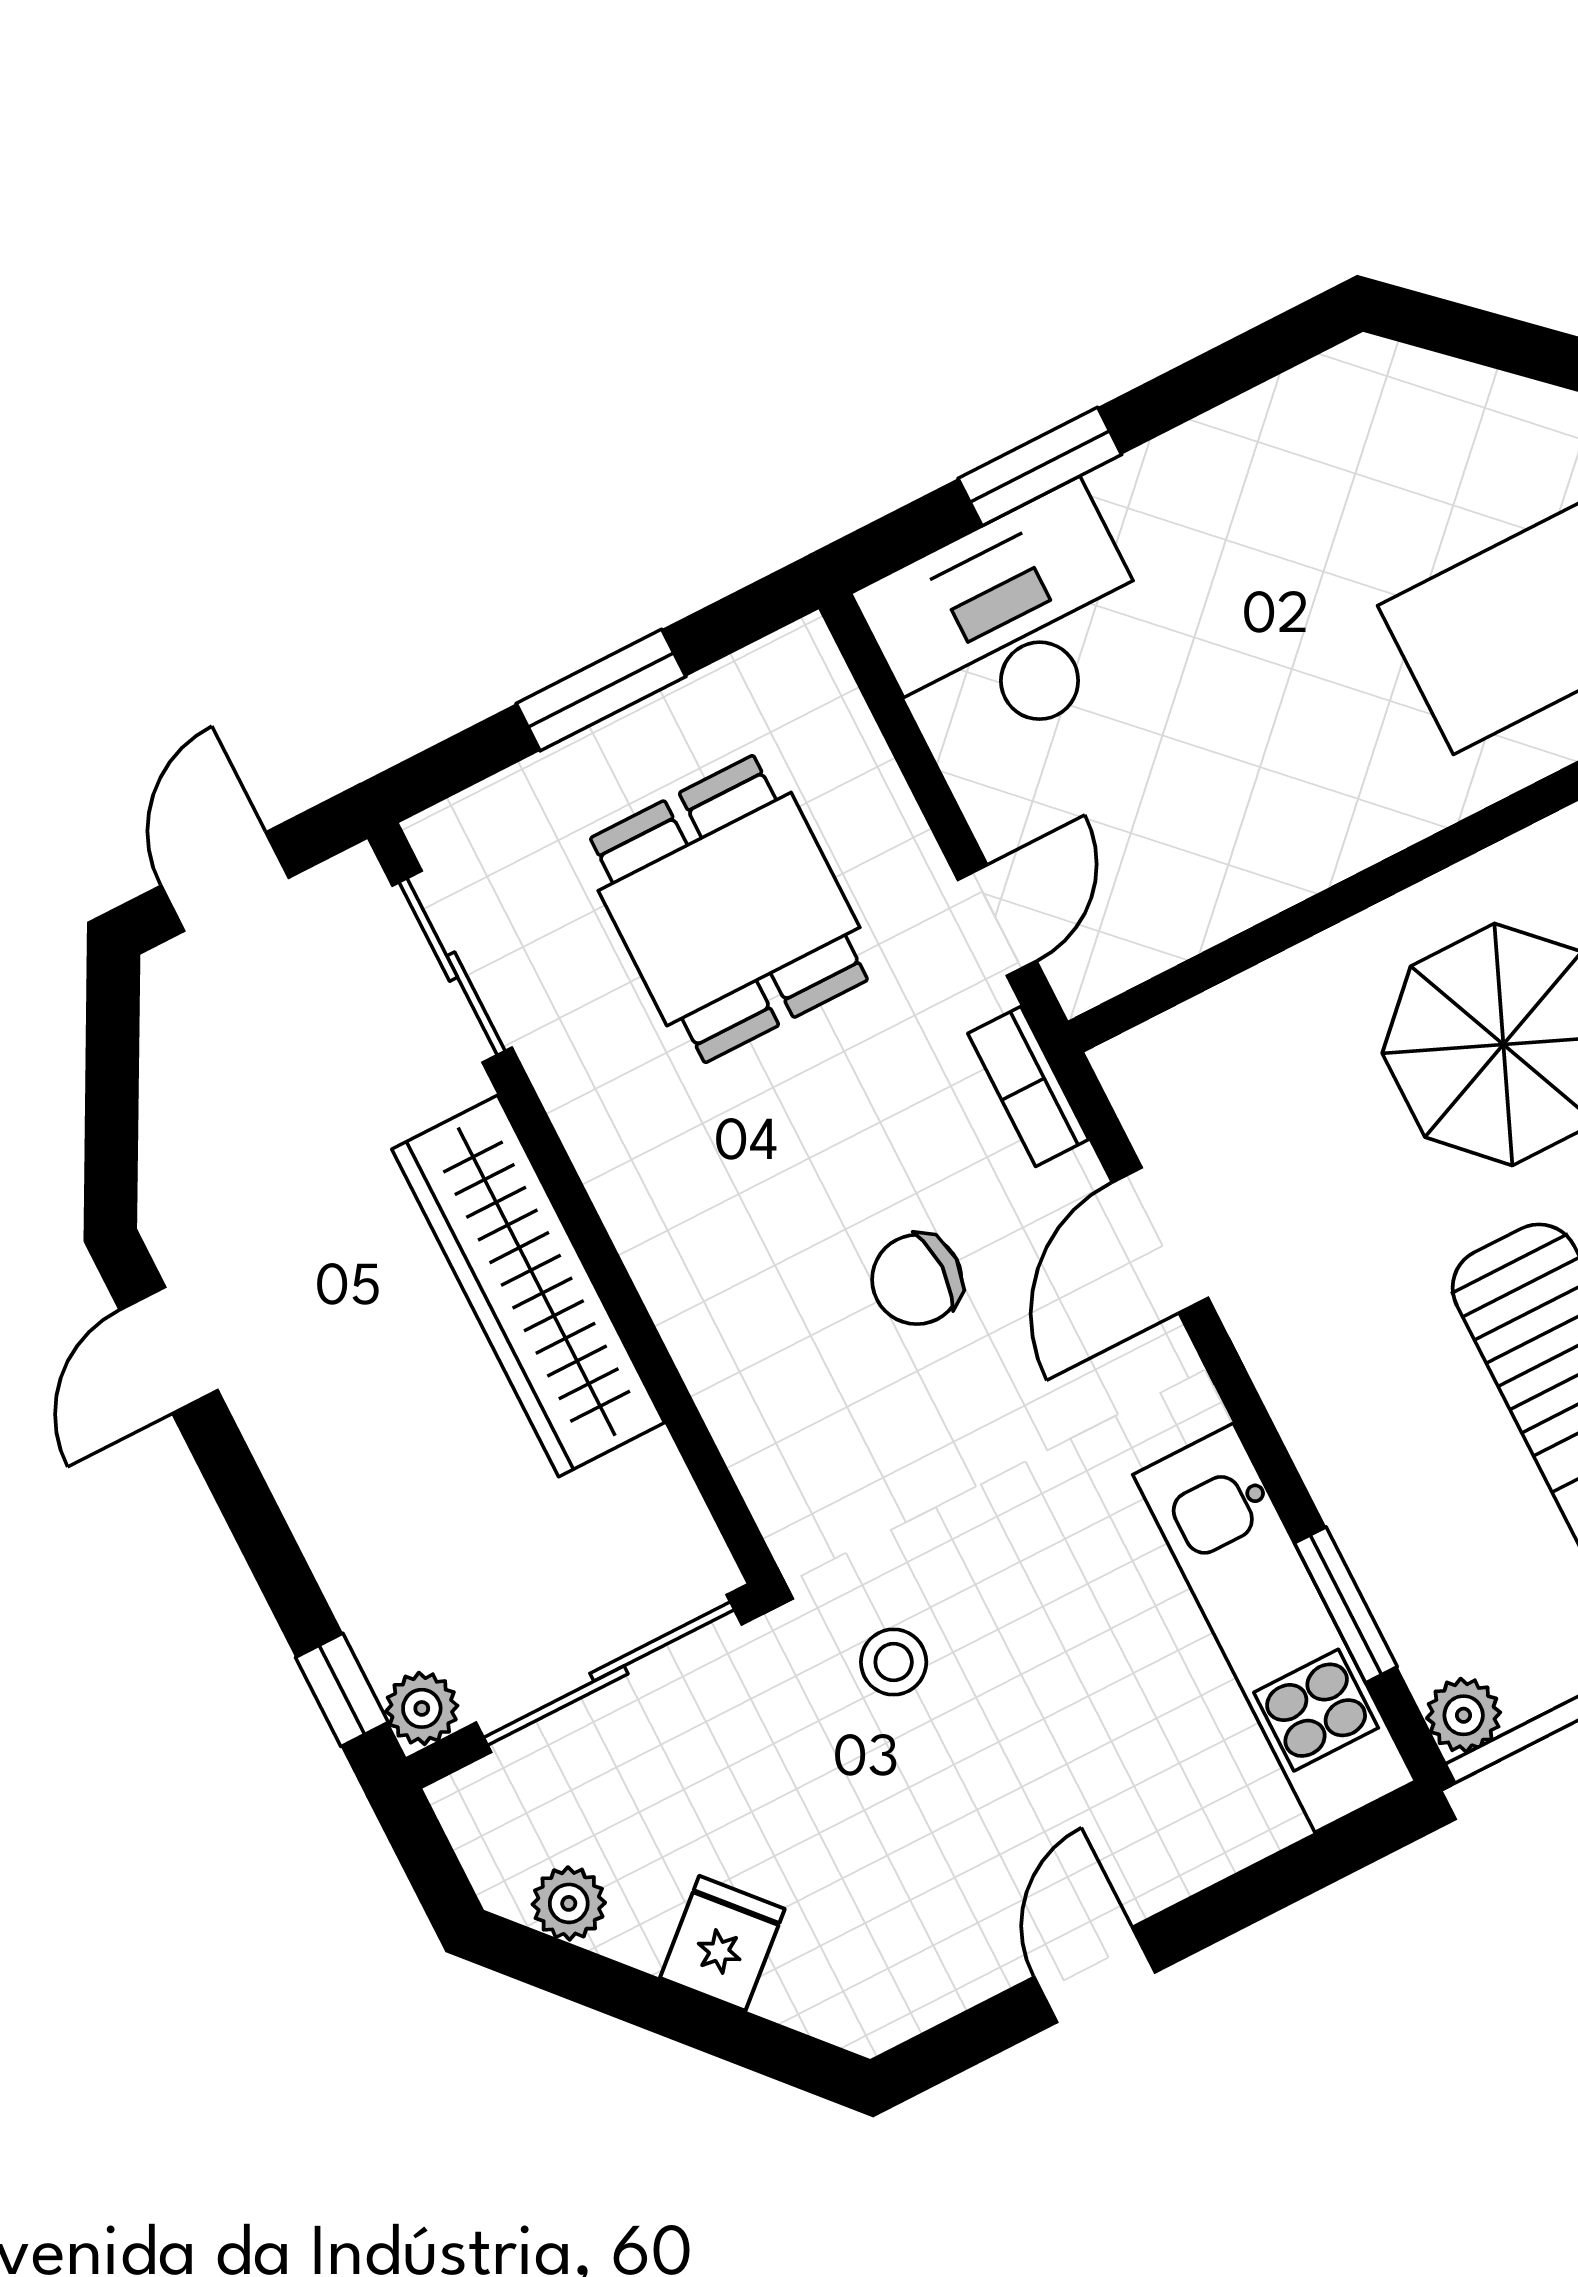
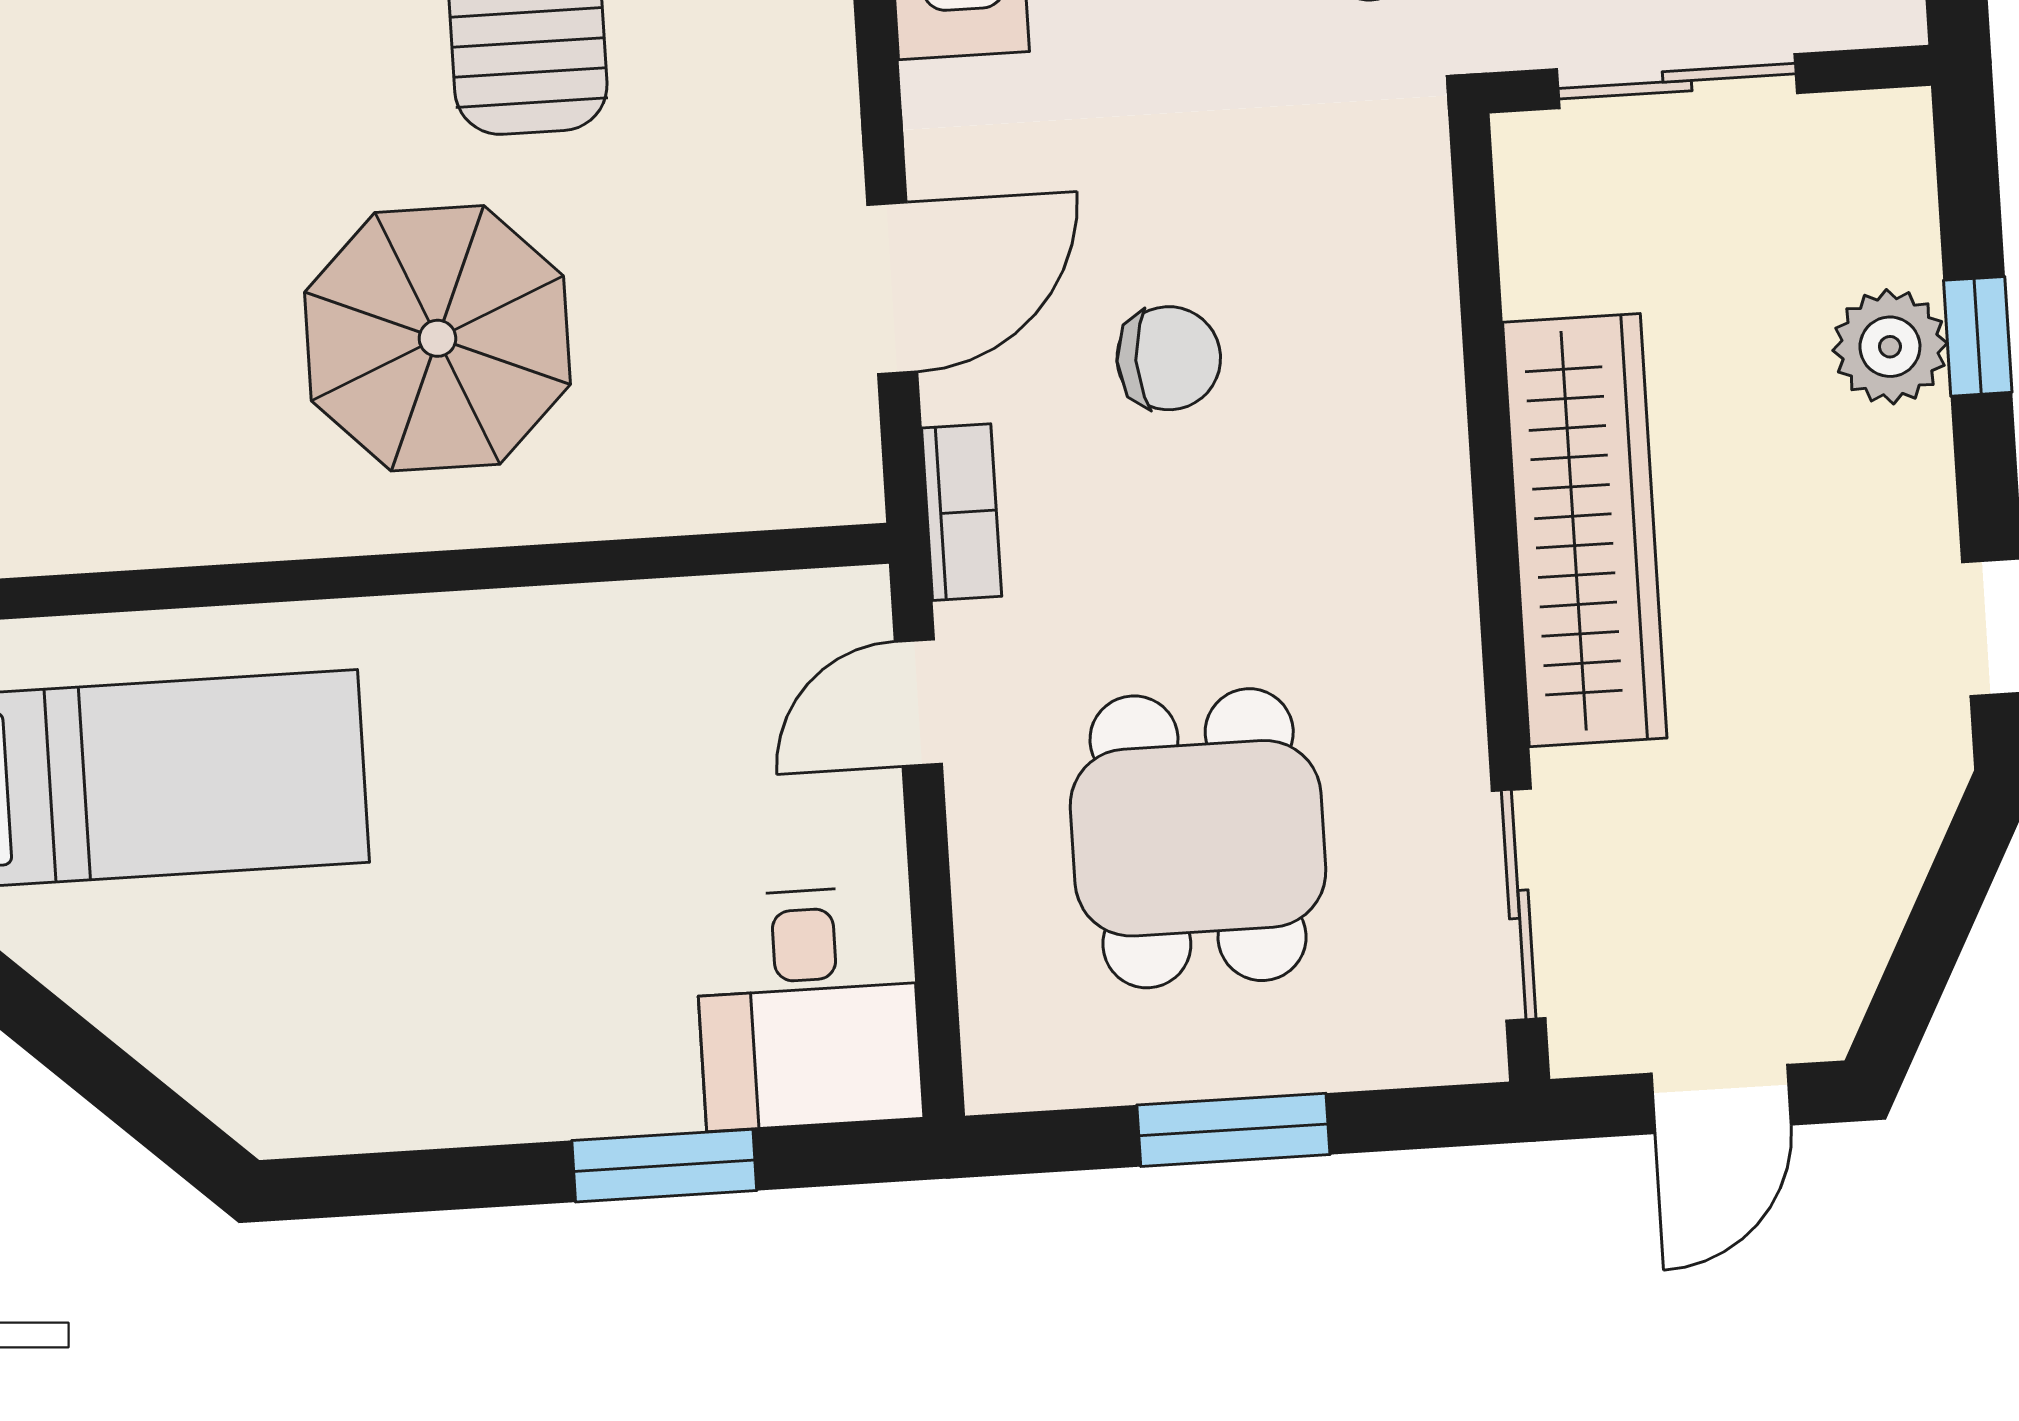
desk: (1011, 625) -> (808, 1008), width x0.73
sliding door: (609, 1674) -> (1677, 81), width x0.73
window: (342, 1690) -> (1978, 336), moved
plant: (422, 1708) -> (1890, 347), moved, width x1.38, depth x1.38

